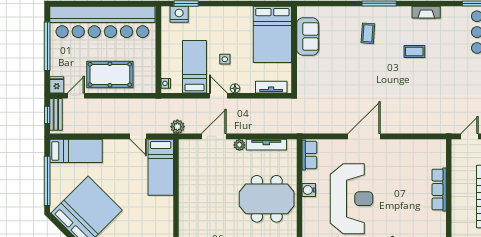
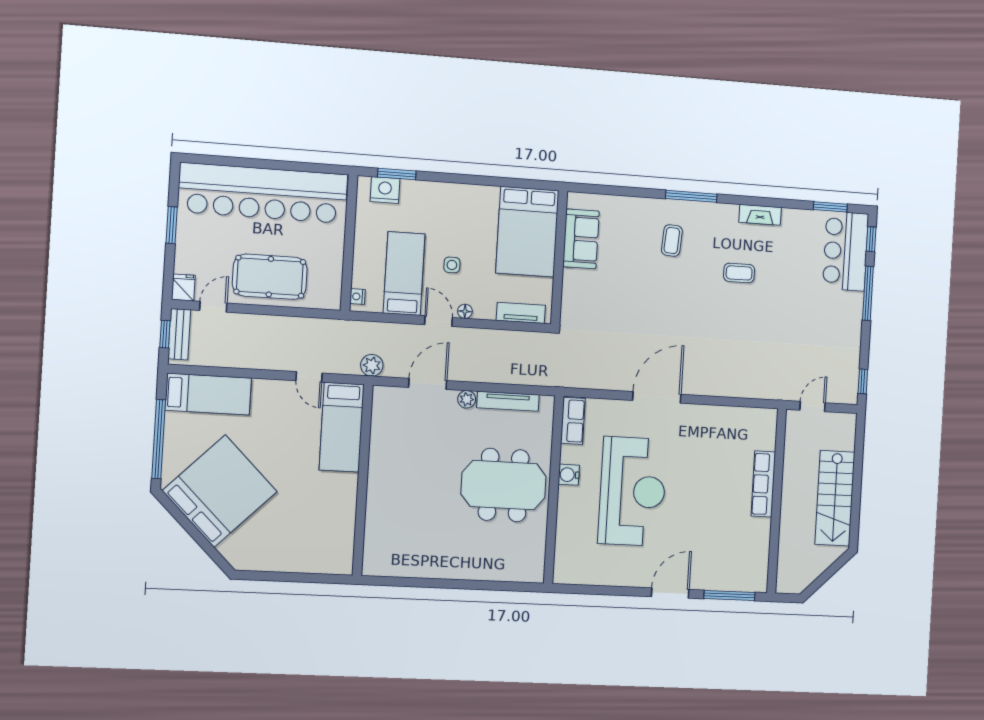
window: (47, 46) -> (172, 225), width x0.47

